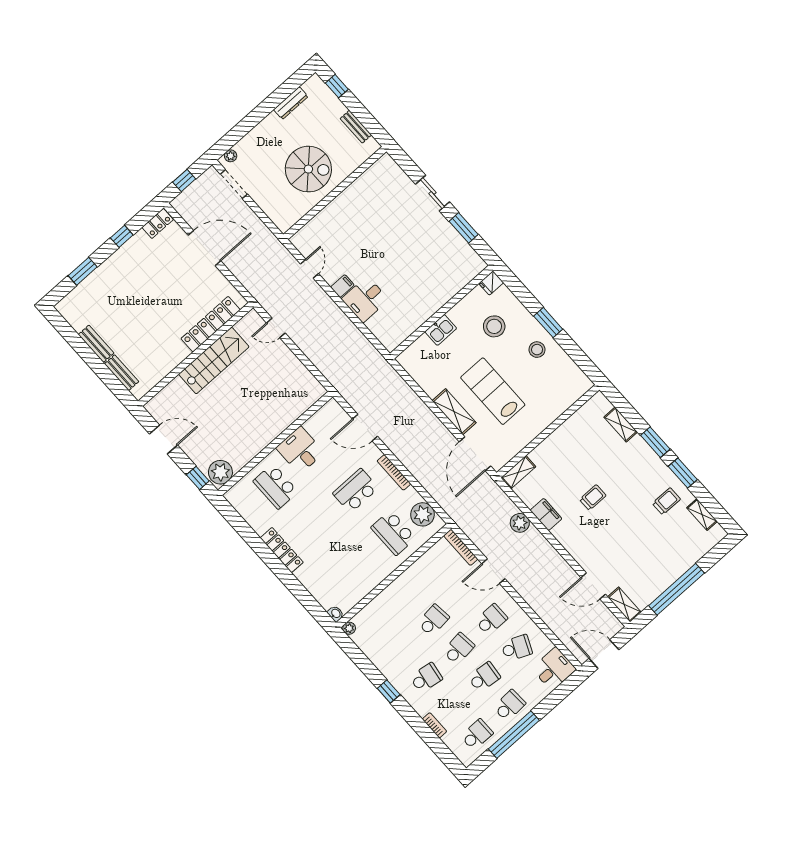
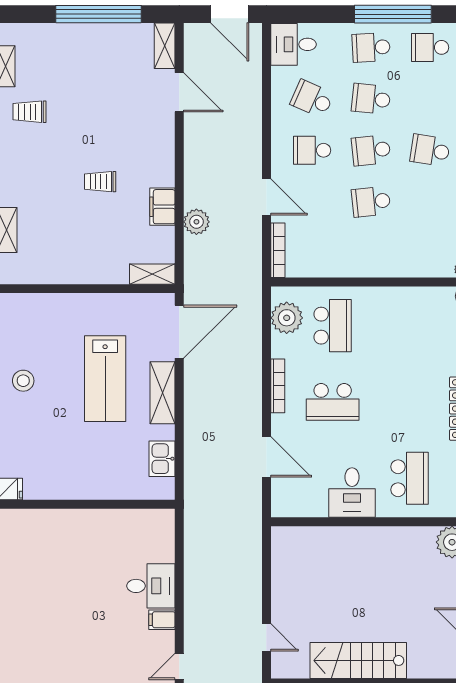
stool: (494, 326) -> (45, 443), removed
kitchen sink: (441, 330) -> (162, 459), moved, turned -90

